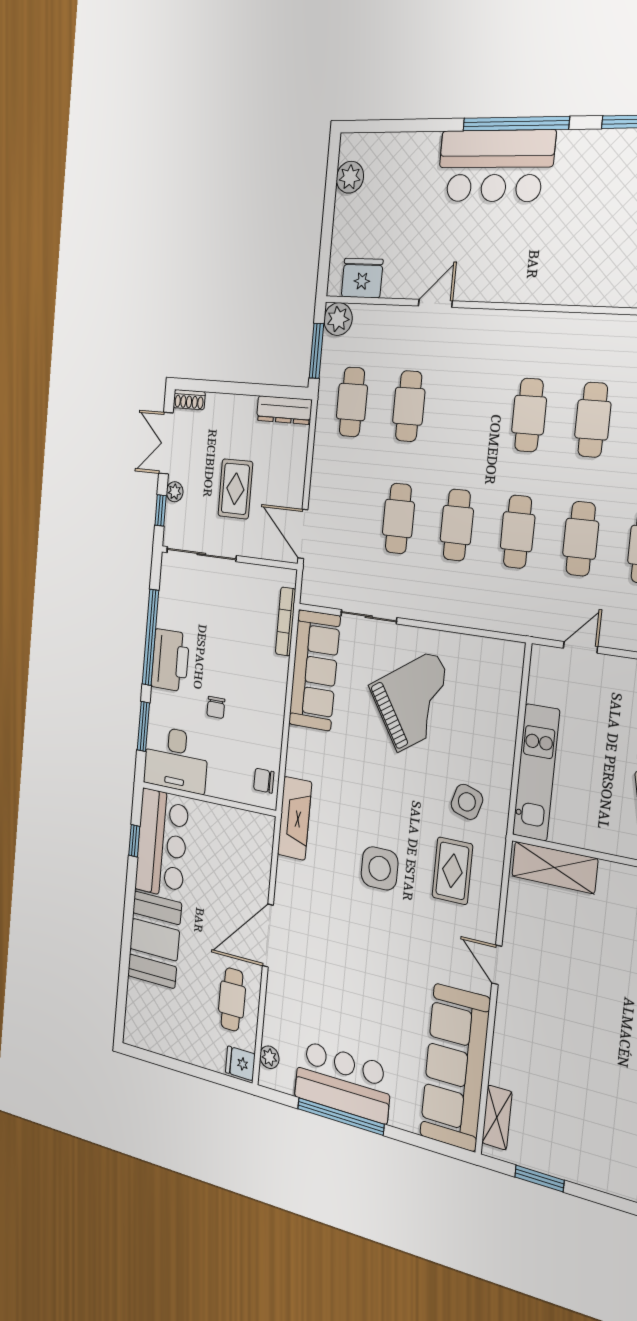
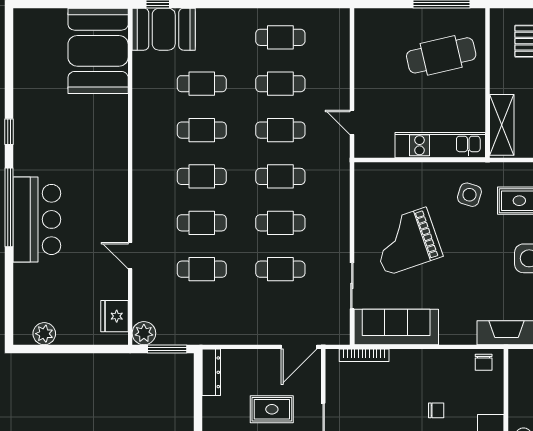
cafe table: (352, 402) -> (202, 223), moved
grand piano: (416, 701) -> (406, 241), turned -76

